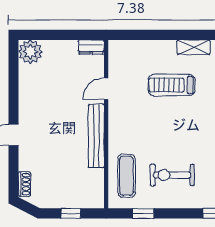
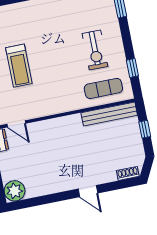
door: (106, 89) -> (16, 124), moved
bench: (96, 136) -> (109, 114), moved

